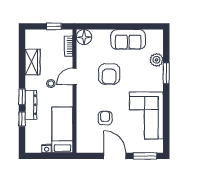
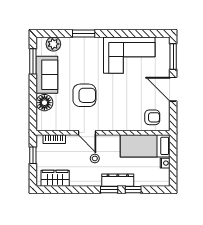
window: (140, 26) -> (33, 61), added
floor lamp: (84, 37) -> (44, 103), moved
plant: (157, 60) -> (53, 44), moved
wardrobe: (33, 62) -> (55, 178), moved
armchair: (105, 118) -> (152, 117), moved, turned 180
door: (115, 156) -> (173, 89), hinge flipped

